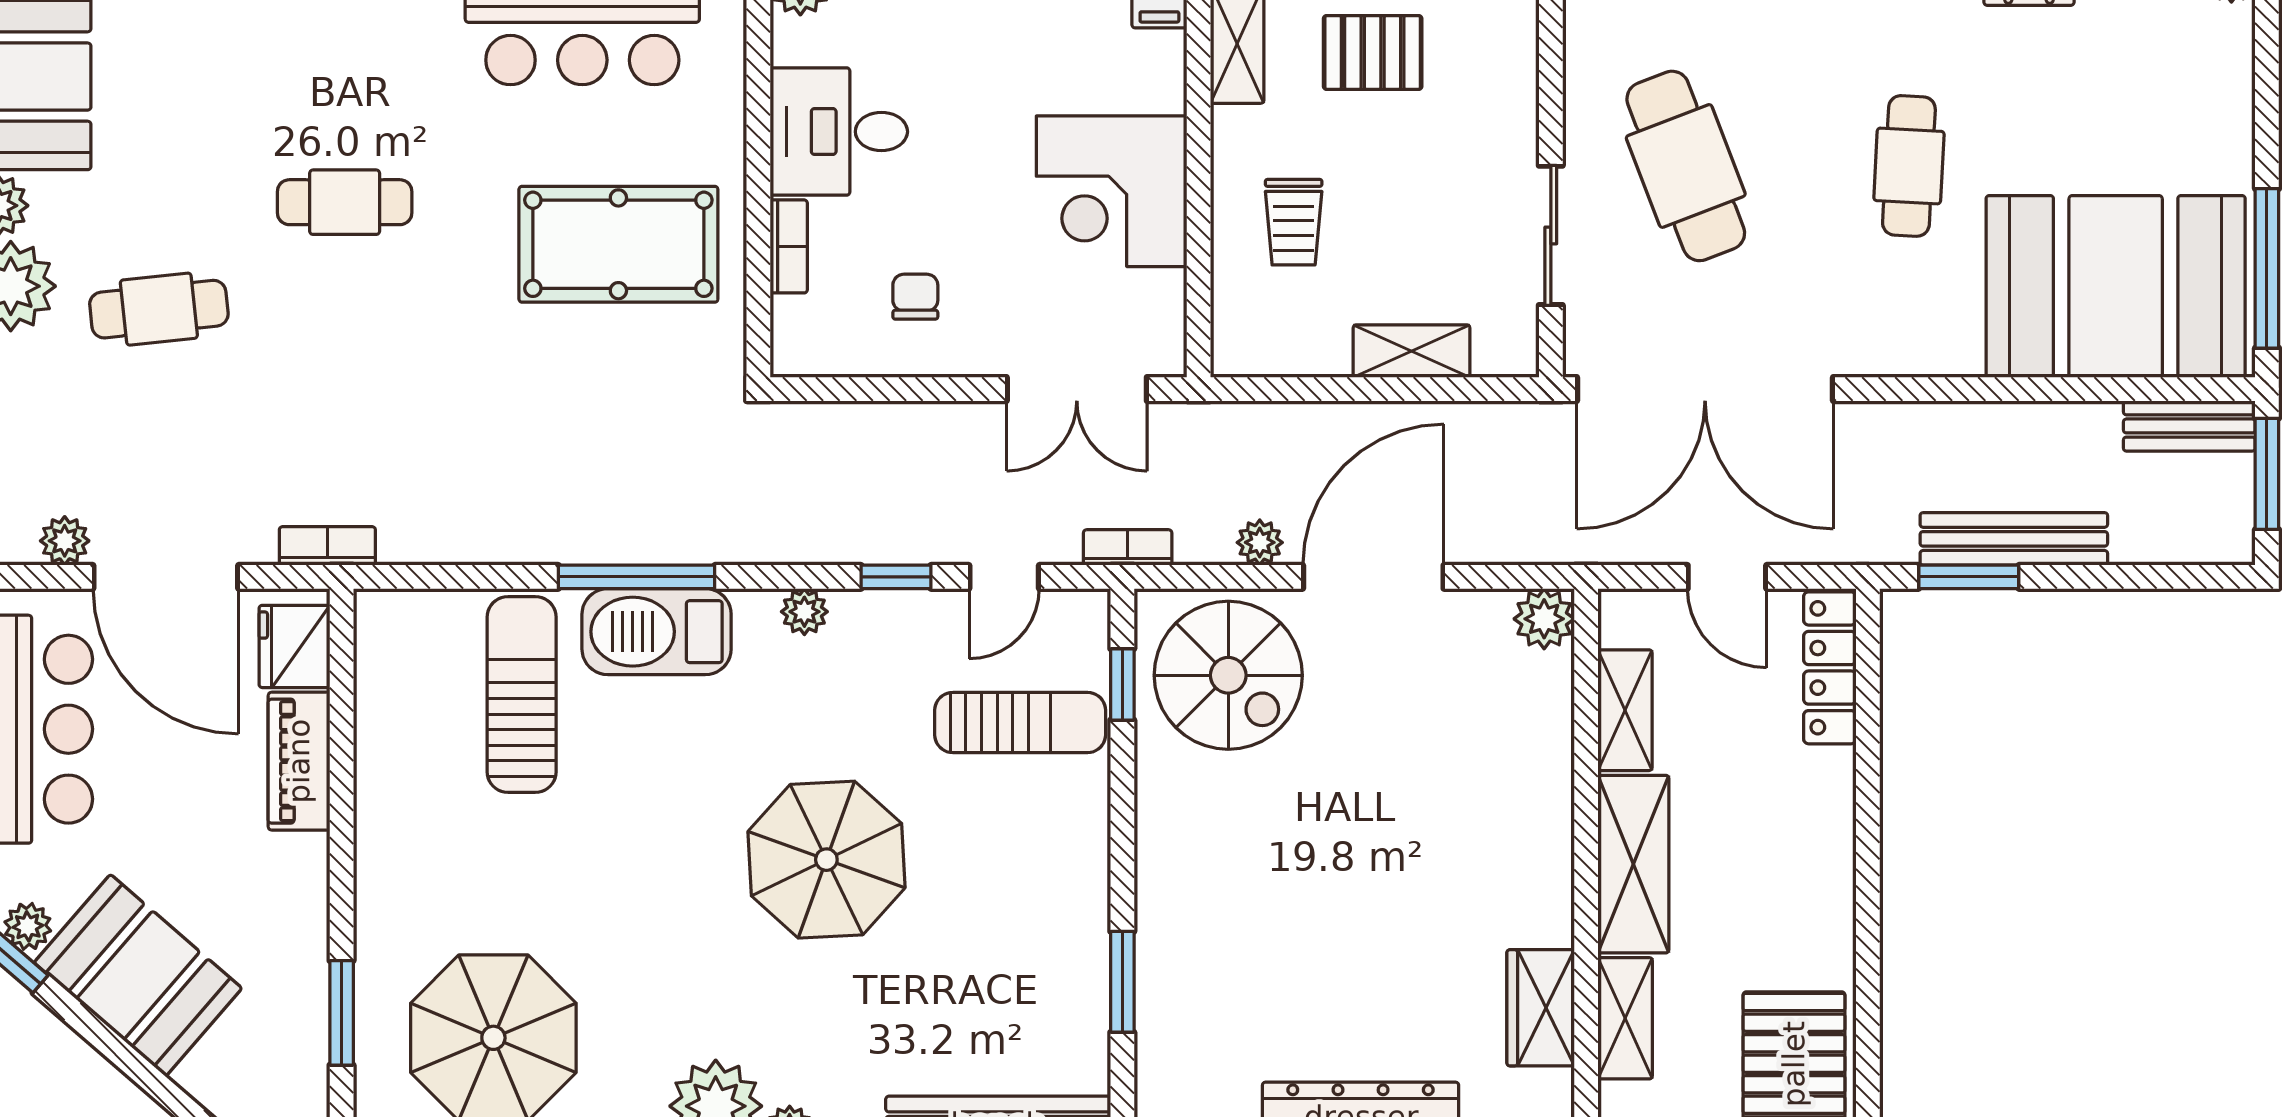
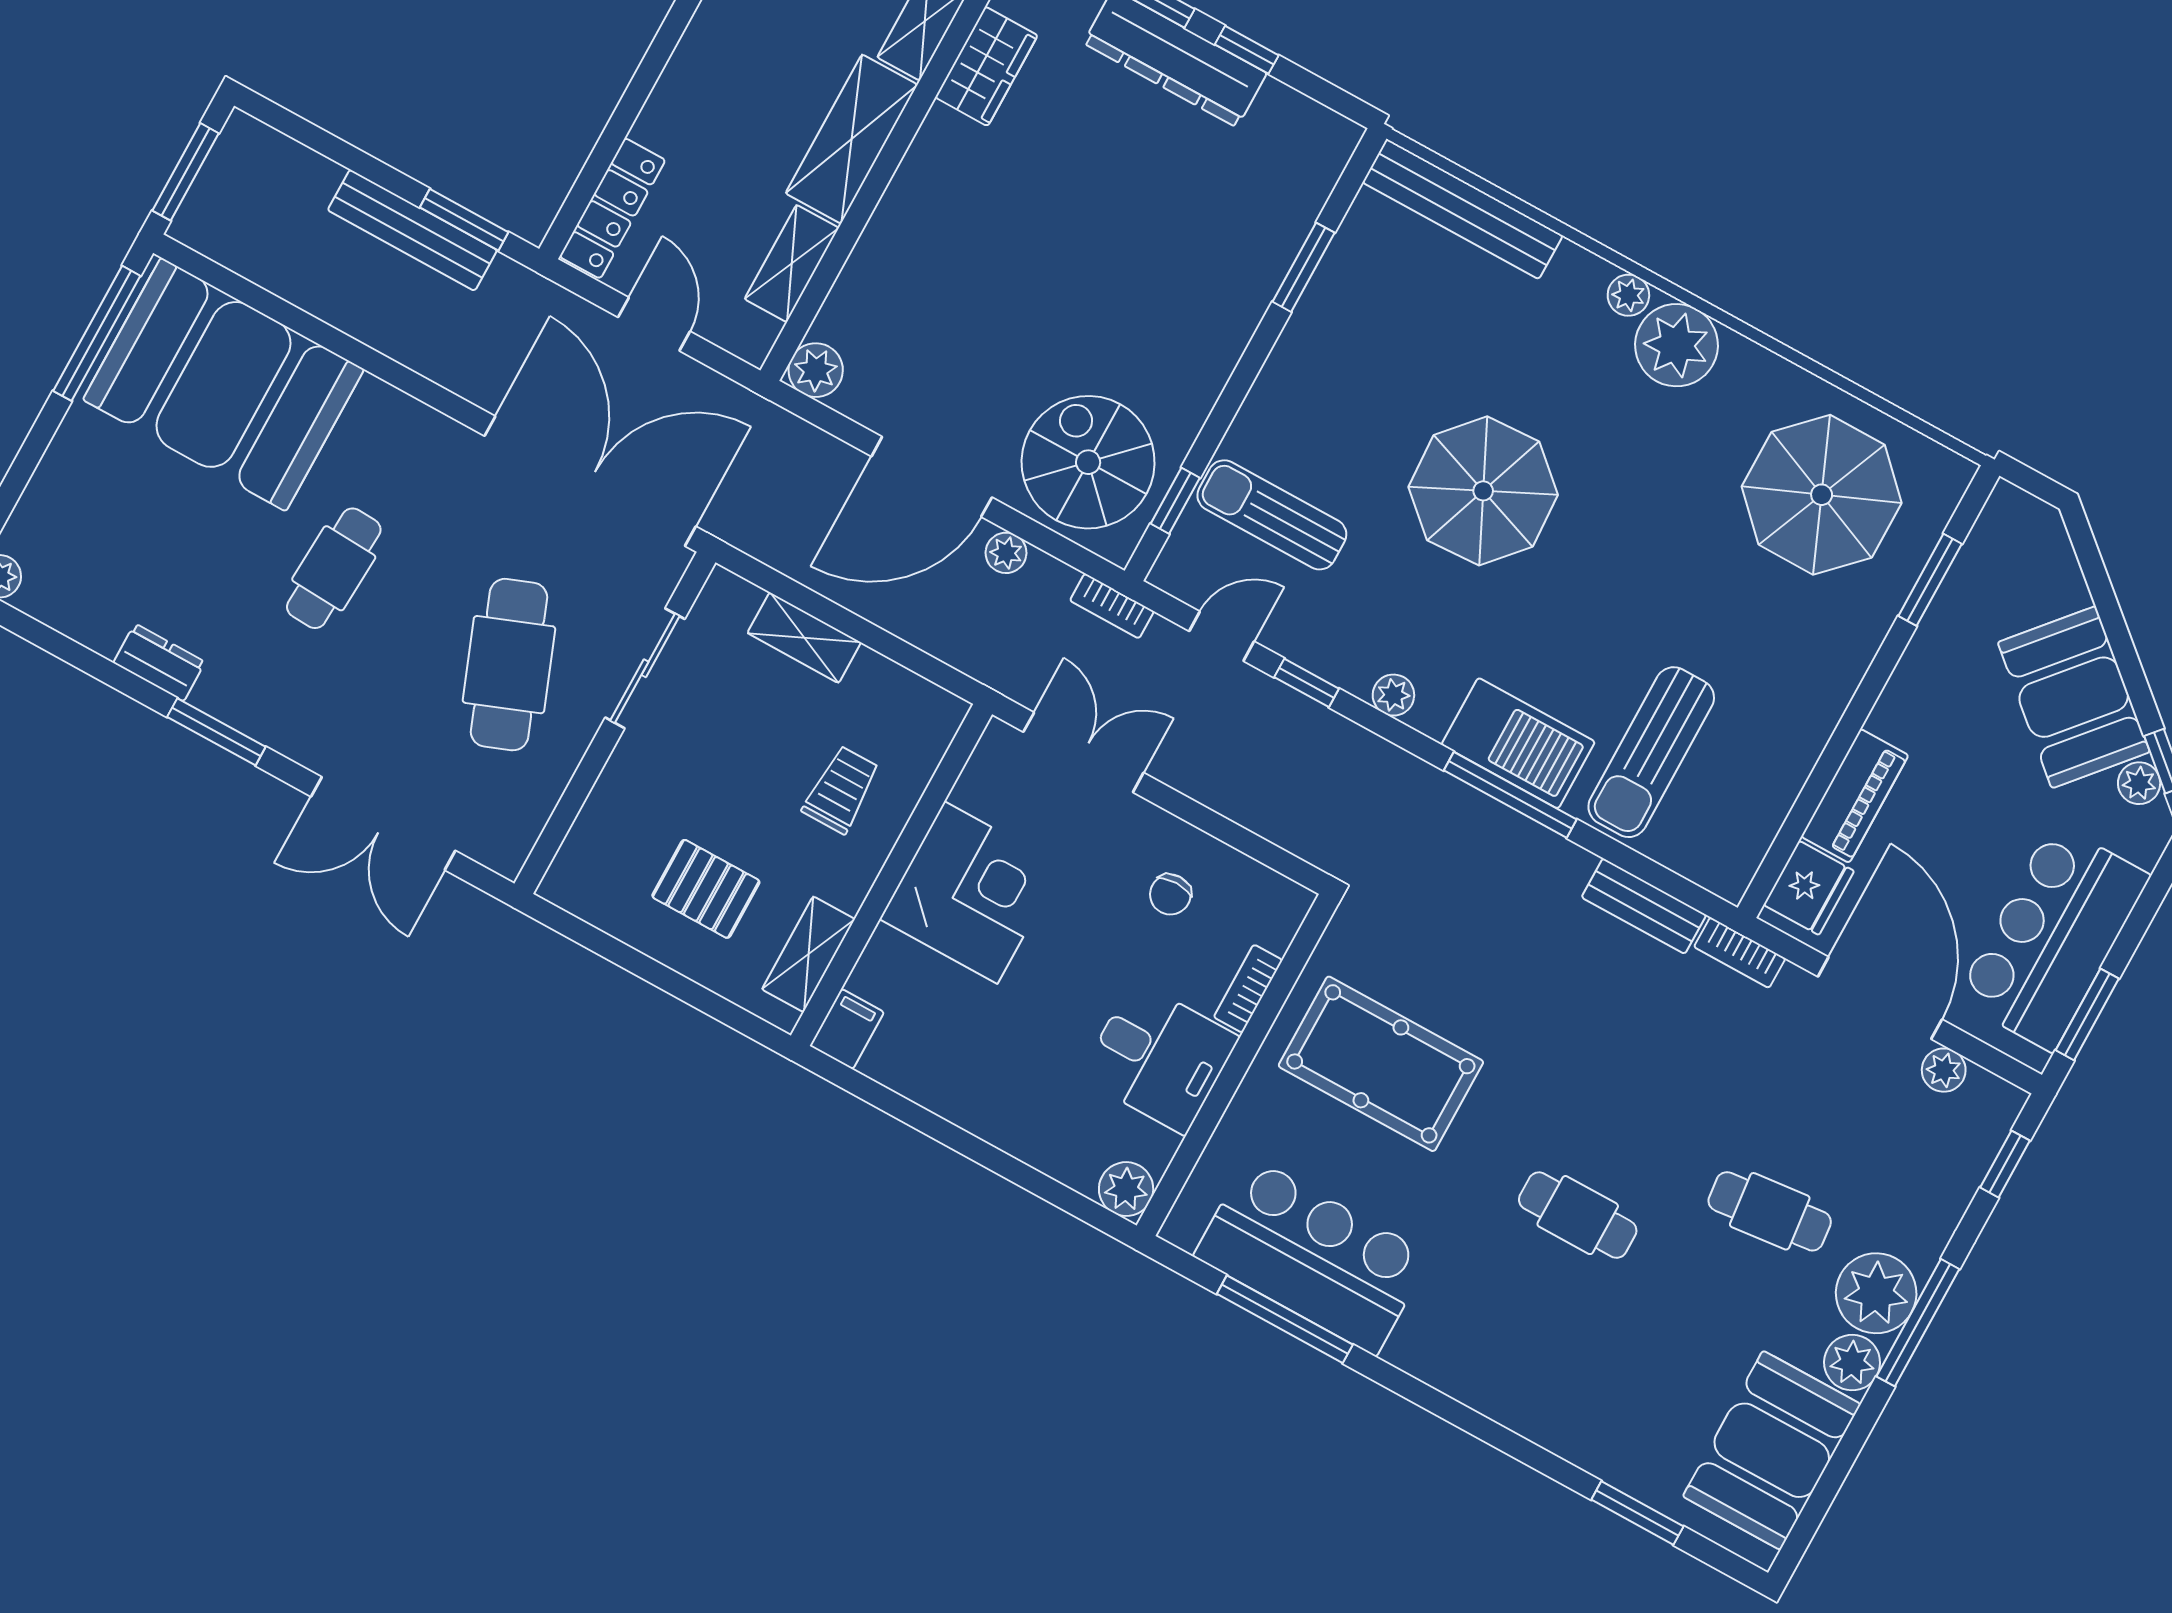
bench: (2189, 426) -> (1644, 906), moved

